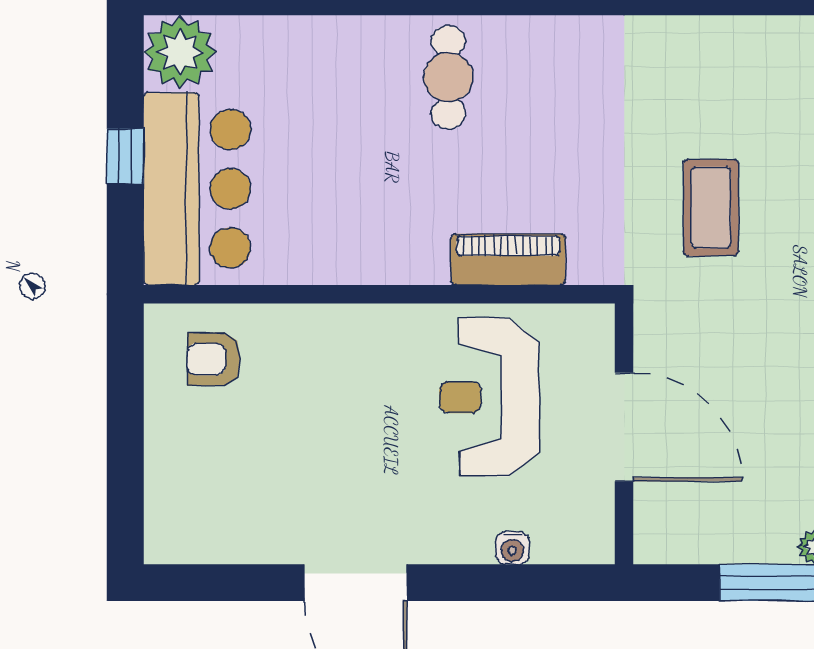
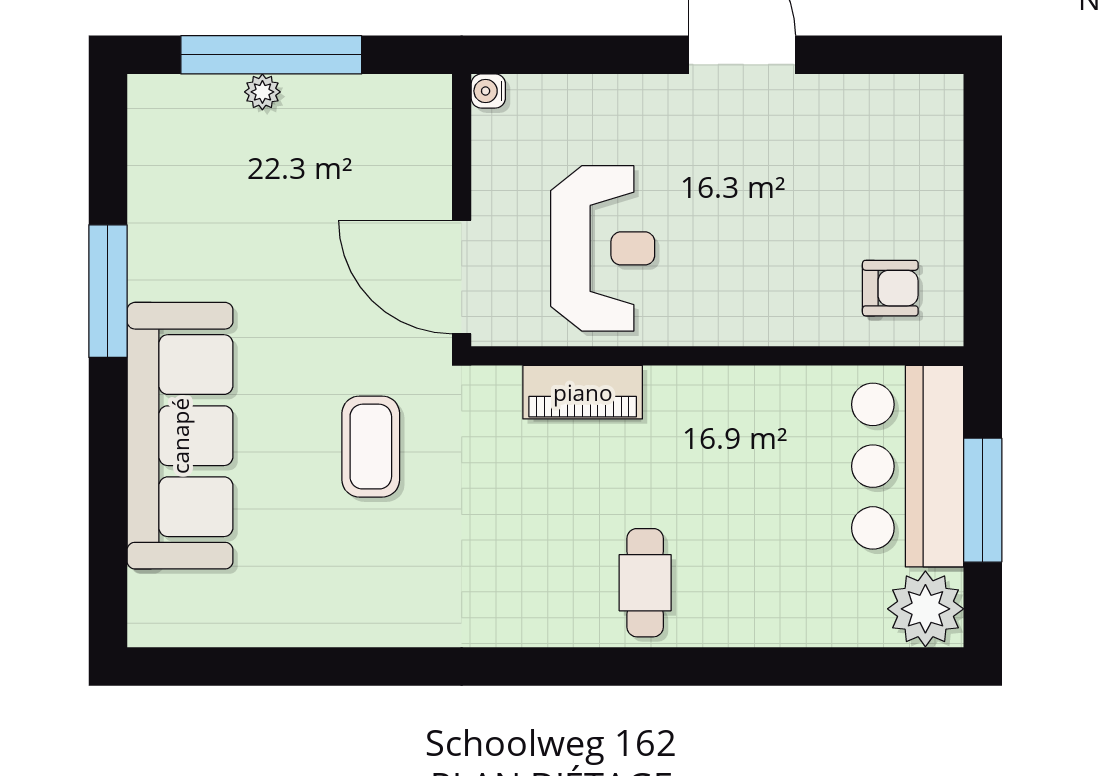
window: (125, 156) -> (983, 500), width x2.17
door: (624, 427) -> (462, 277), moved
water cooler: (512, 548) -> (488, 91), moved, turned -90

